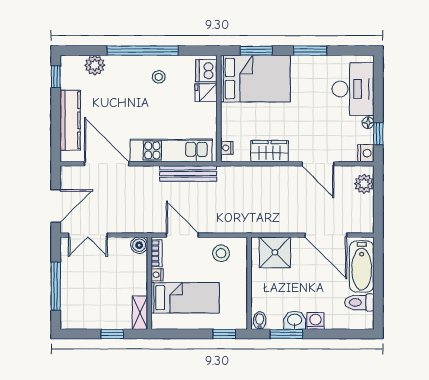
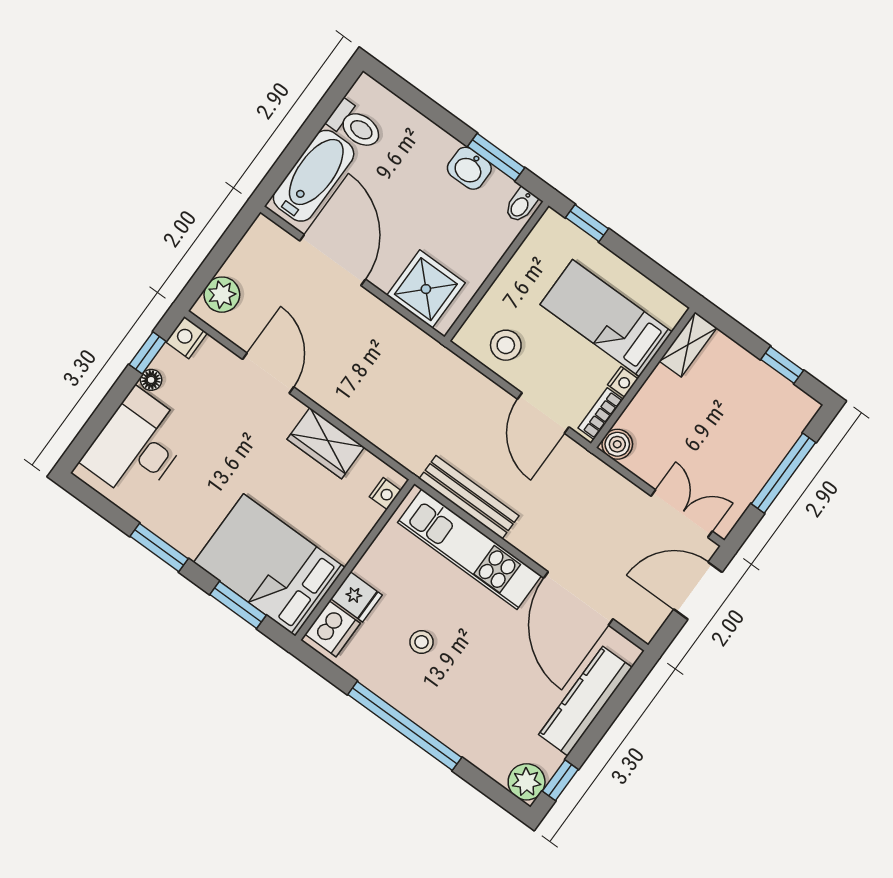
plant: (95, 65) -> (527, 782), moved
stool: (159, 77) -> (422, 642), moved
washing machine: (315, 321) -> (440, 145), removed
window: (112, 334) -> (782, 365), moved

